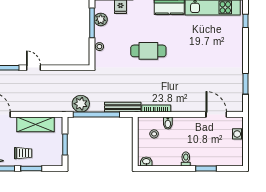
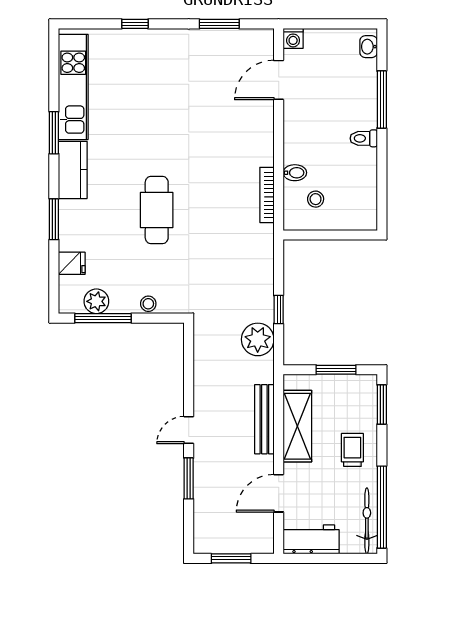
window: (246, 21) -> (135, 24), moved
bench: (123, 107) -> (264, 419), moved
window: (96, 115) -> (279, 309), width x0.32
washing machine: (238, 134) -> (293, 38), moved
washbasin: (146, 162) -> (369, 47), moved
window: (31, 169) -> (382, 404), moved
window: (206, 169) -> (382, 99), width x1.44

